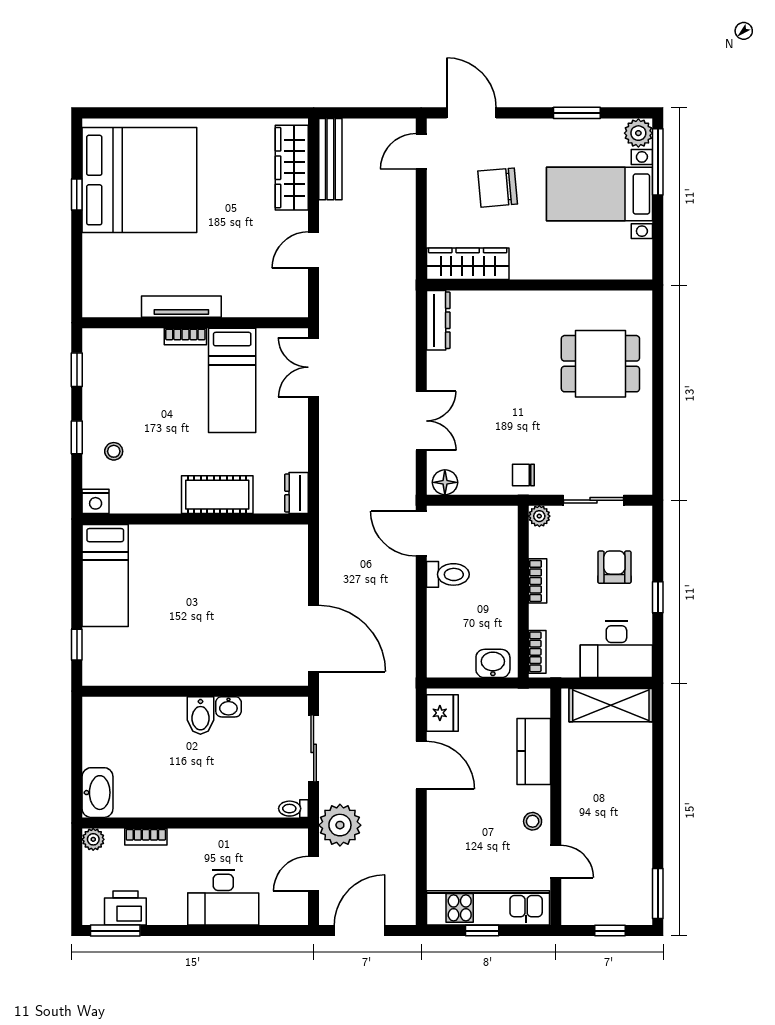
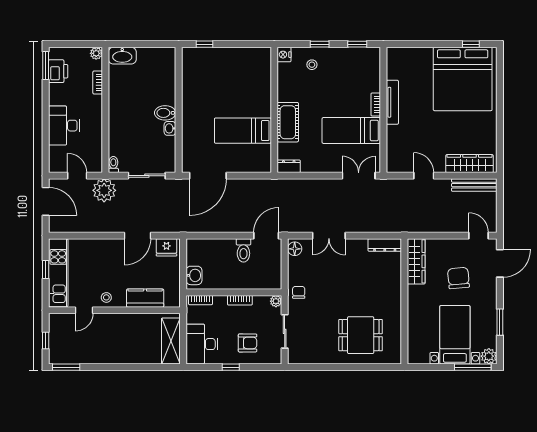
window: (77, 195) -> (471, 44), moved
dining table: (600, 364) -> (361, 335), turned 90
bed: (105, 575) -> (243, 131), moved

